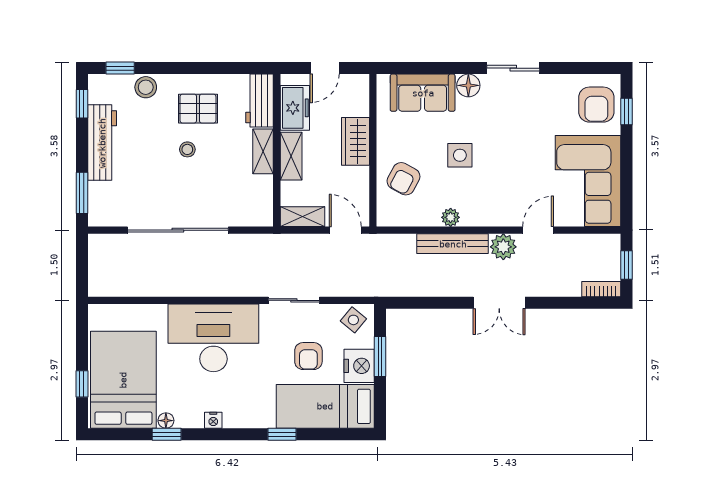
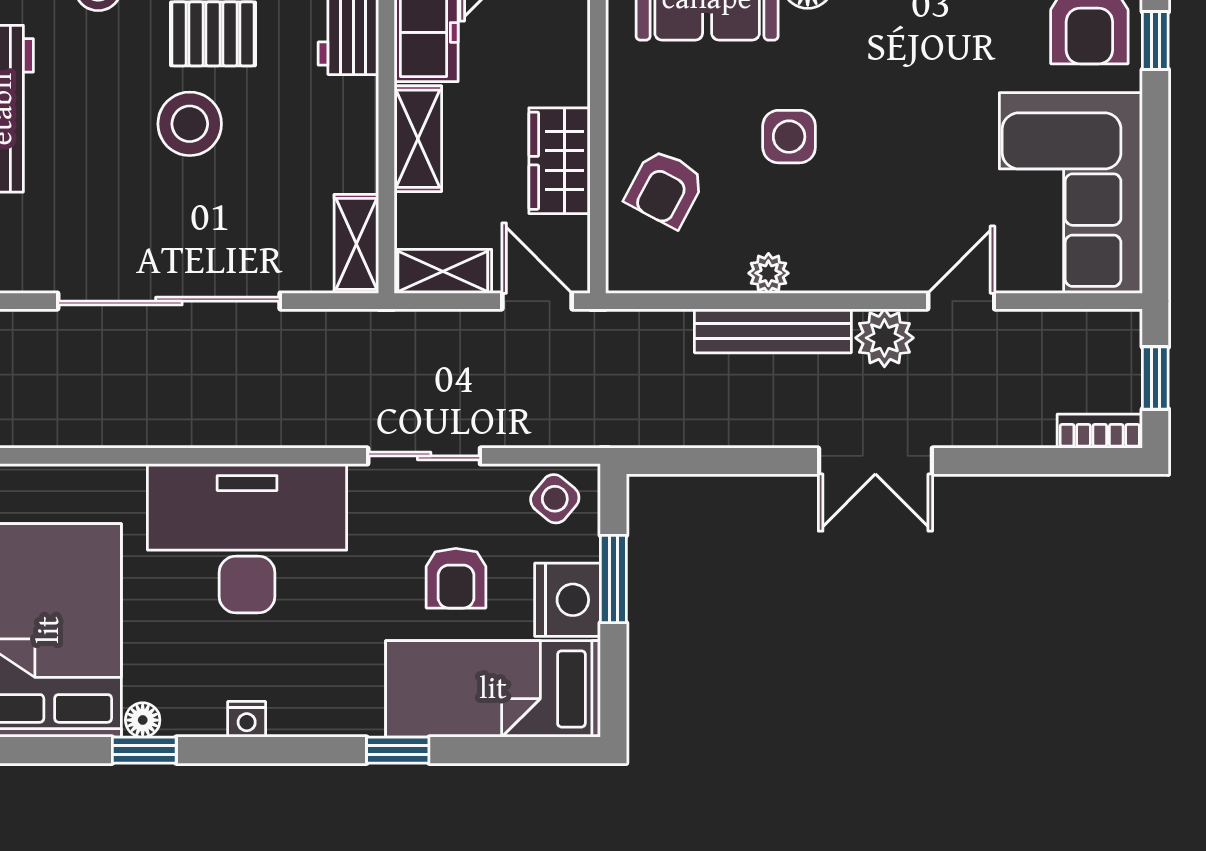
wardrobe: (355, 141) -> (560, 161), moved
stool: (187, 149) -> (190, 124), width x1.89, depth x1.89
shelving: (263, 151) -> (356, 244), moved

